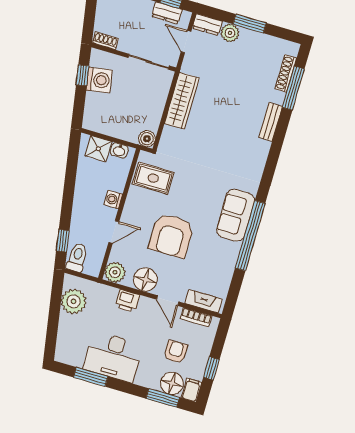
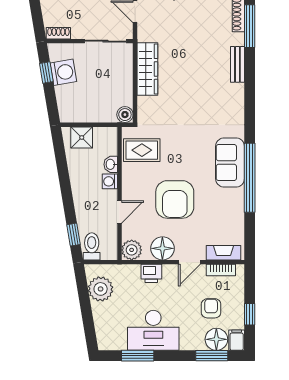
washbasin: (119, 150) -> (111, 164), moved, turned 90
door: (168, 301) -> (189, 262), hinge flipped

